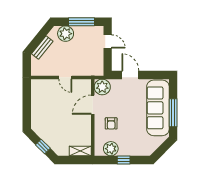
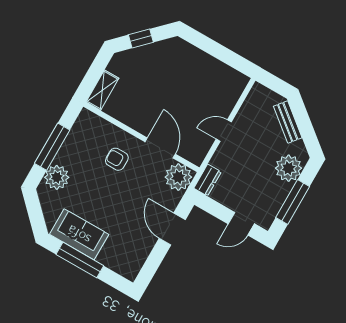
dresser: (95, 71) -> (208, 180), added
door: (130, 75) -> (172, 229), swing flipped
sofa: (158, 108) -> (79, 234), width x0.54, depth x0.79
plant: (111, 149) -> (57, 177), moved
window: (124, 160) -> (52, 147), width x2.17

